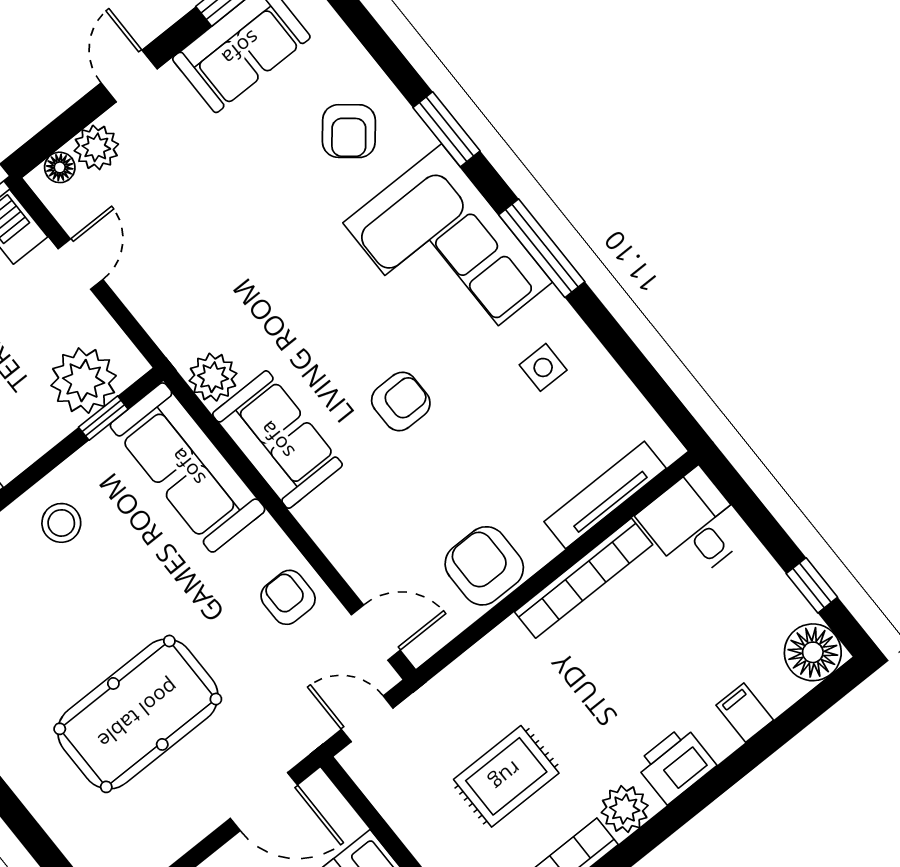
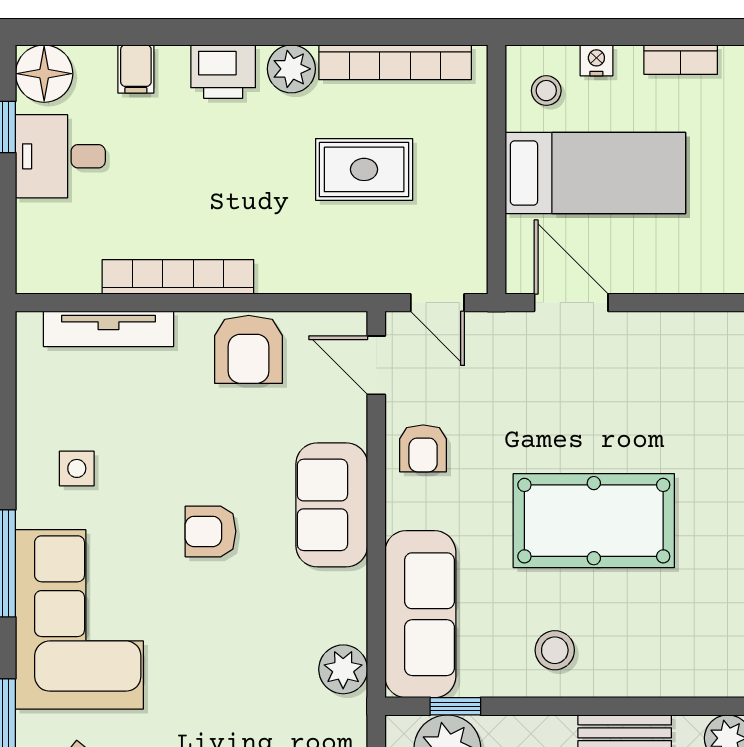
sofa: (277, 440) -> (332, 505), moved
desk: (694, 525) -> (60, 156), moved, turned 90
pool table: (138, 714) -> (594, 521), moved

